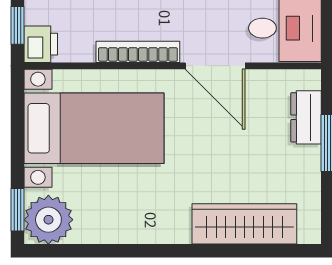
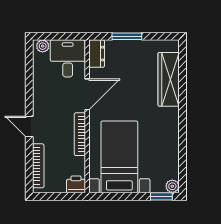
window: (17, 25) -> (66, 196), removed
dresser: (306, 117) -> (97, 54), moved, turned -90
plant: (48, 220) -> (172, 186), width x0.53, depth x0.53

